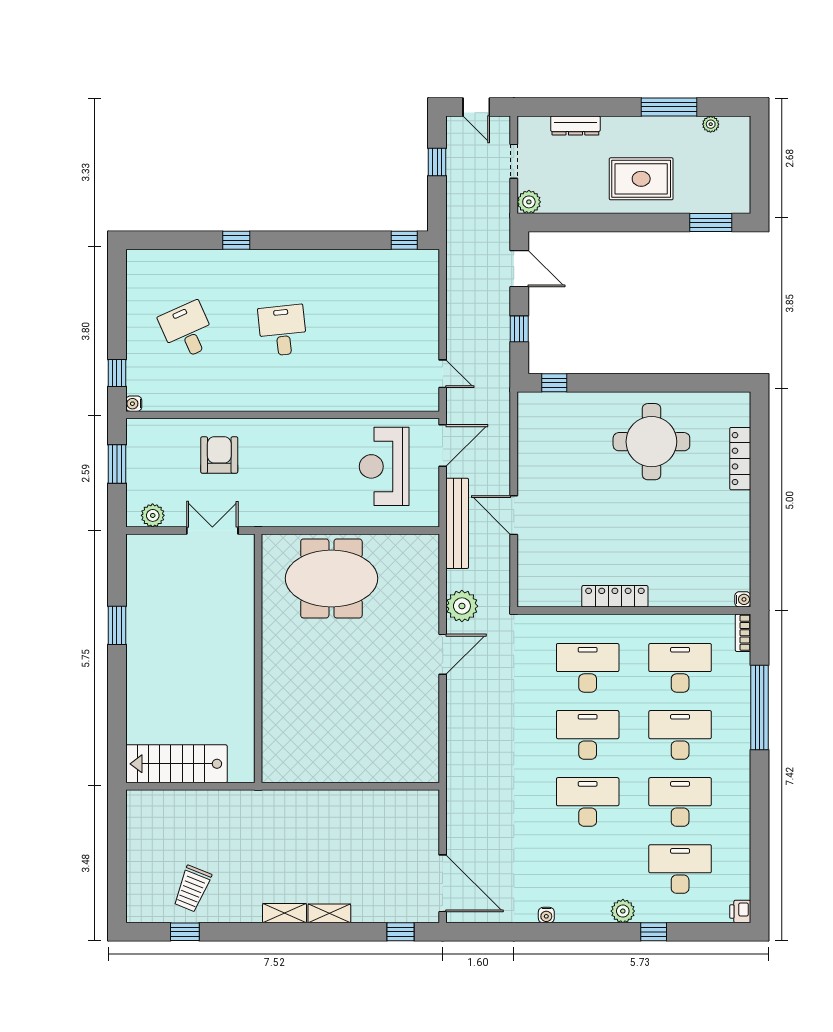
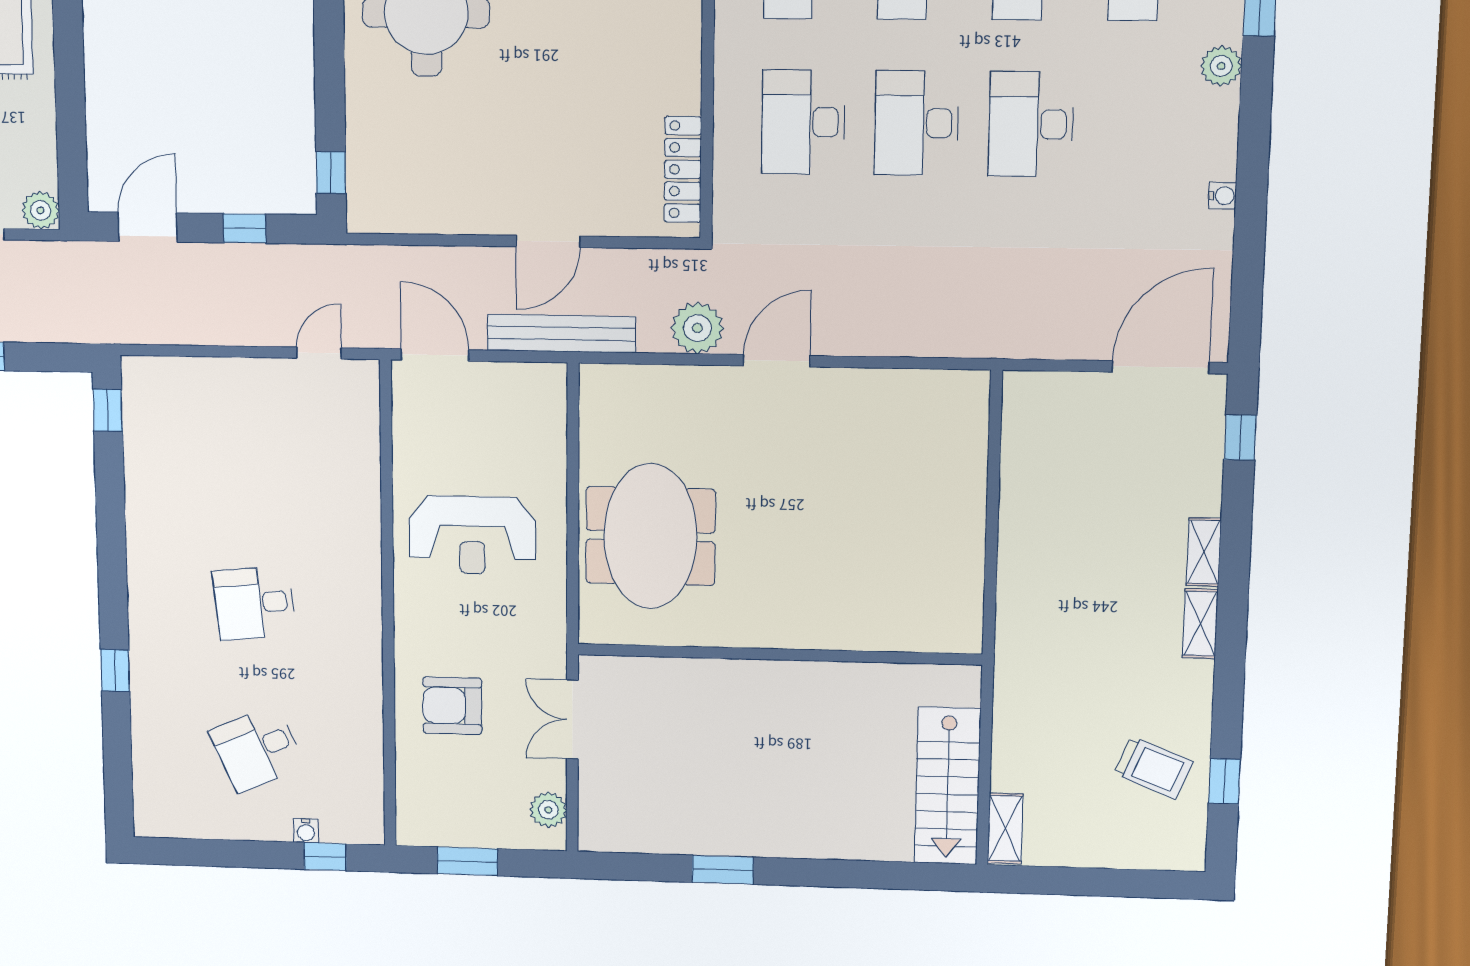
water cooler: (134, 404) -> (306, 831), moved
reception desk: (384, 466) -> (472, 535), moved
locker: (615, 596) -> (683, 169), moved
door: (443, 654) -> (777, 361), hinge flipped
shelving: (150, 800) -> (1005, 829), added

